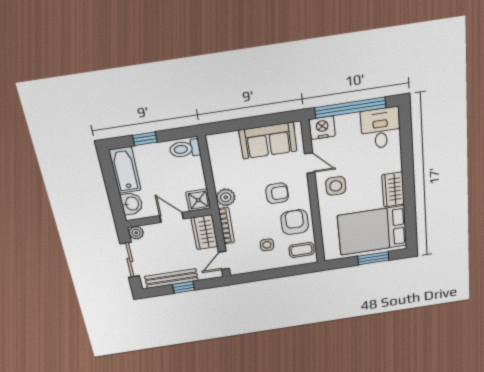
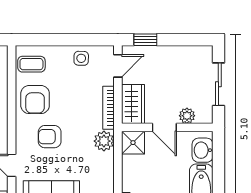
plant: (136, 233) -> (187, 116), moved
side table: (267, 245) -> (81, 58), moved
bench: (171, 278) -> (179, 53), removed
window: (184, 287) -> (145, 40), moved

